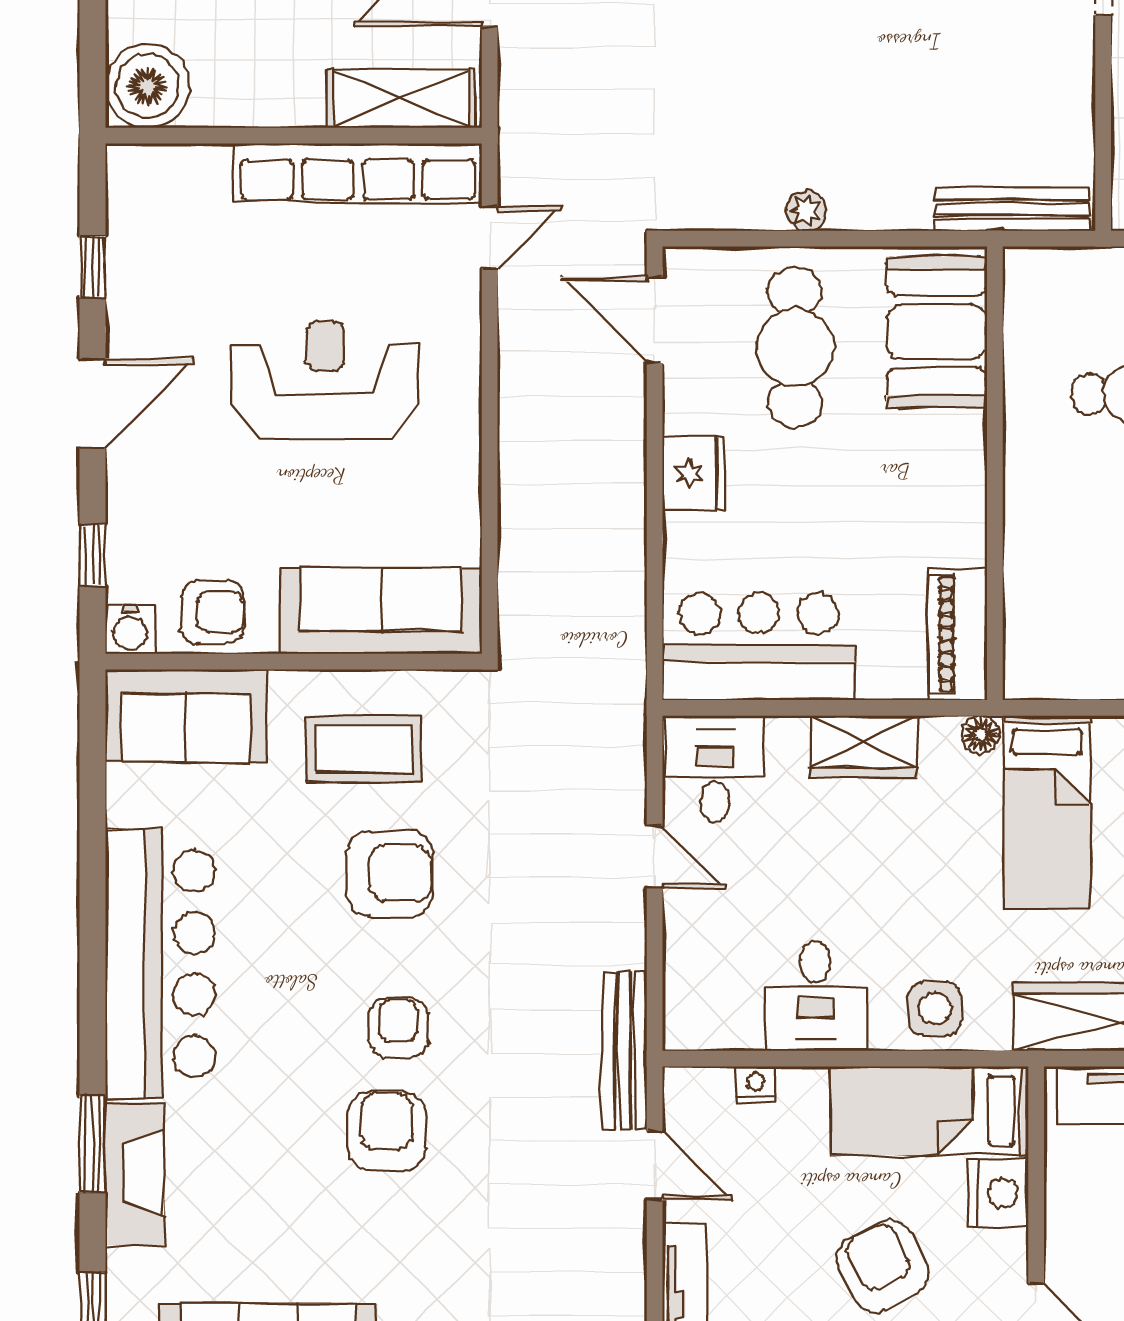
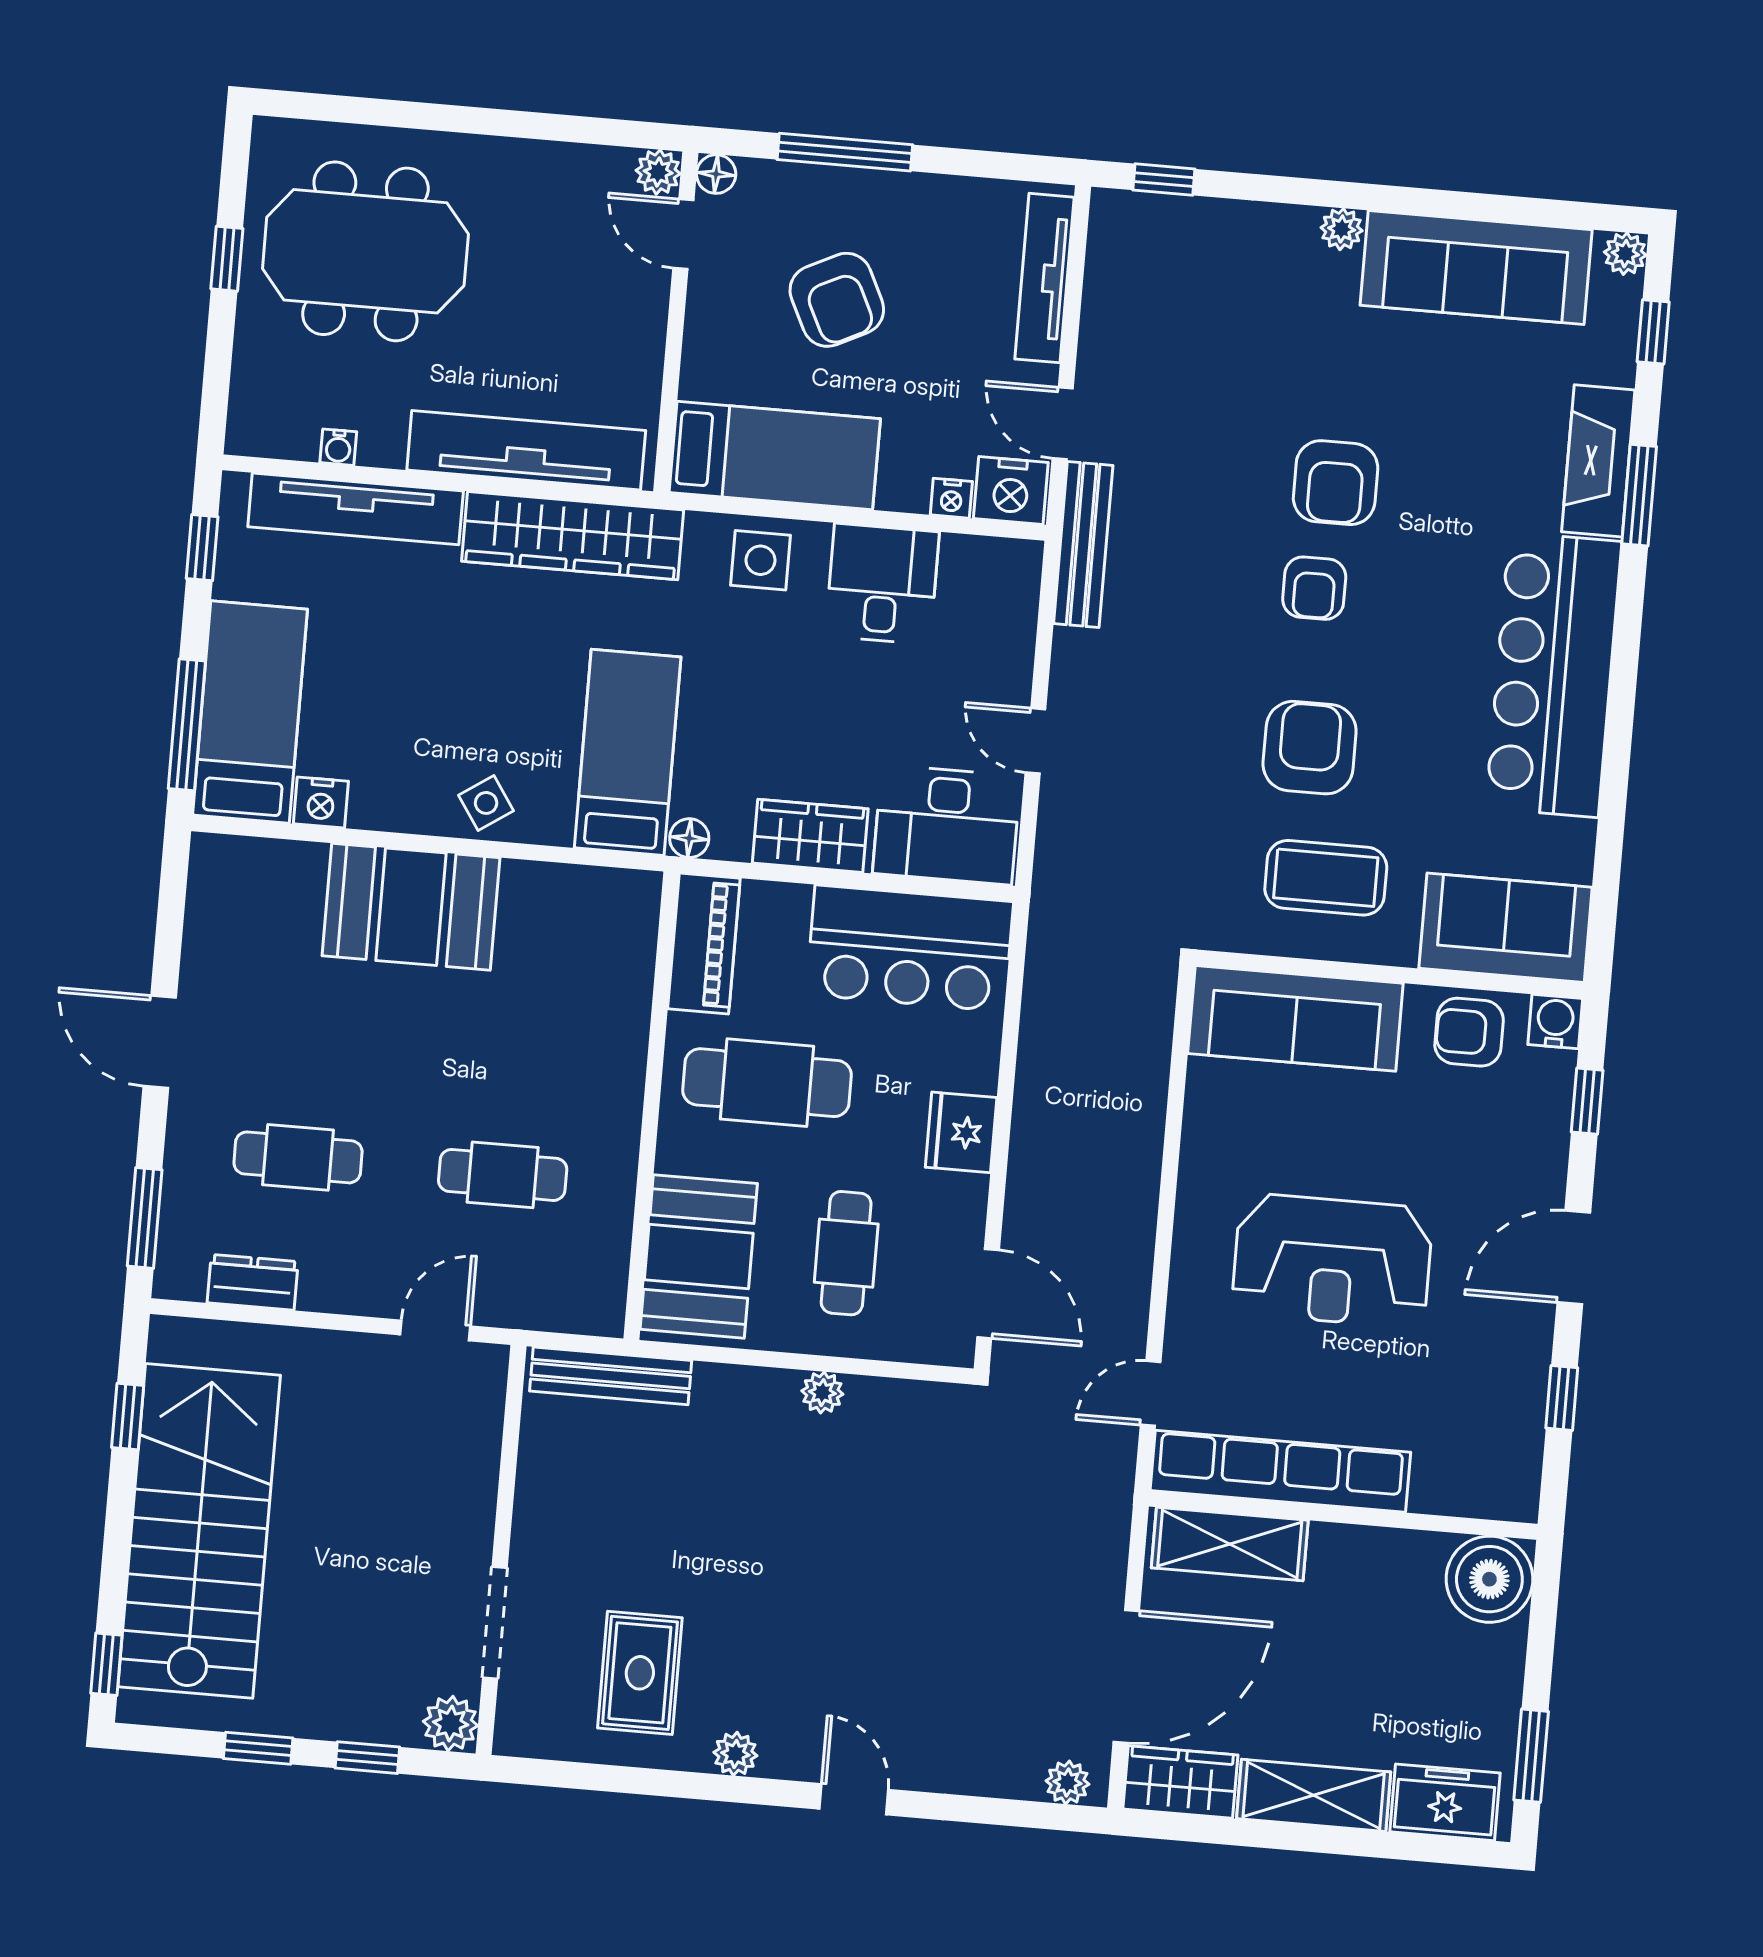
cafe table: (795, 347) -> (846, 1253), width x0.73, depth x0.74
cafe table: (885, 505) -> (767, 1083), added
desk: (715, 769) -> (947, 825), width x1.37
armchair: (390, 873) -> (1310, 748), turned 90
nightstand: (998, 1193) -> (1011, 491), moved, turned -90

